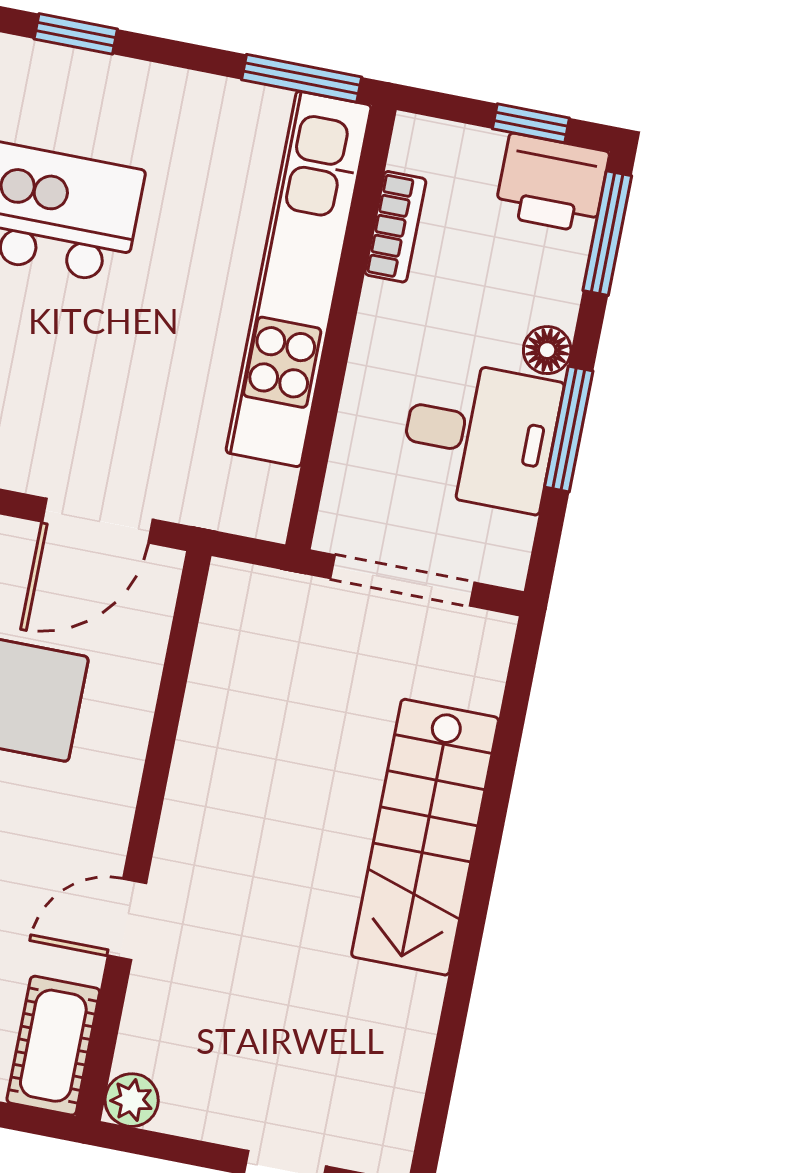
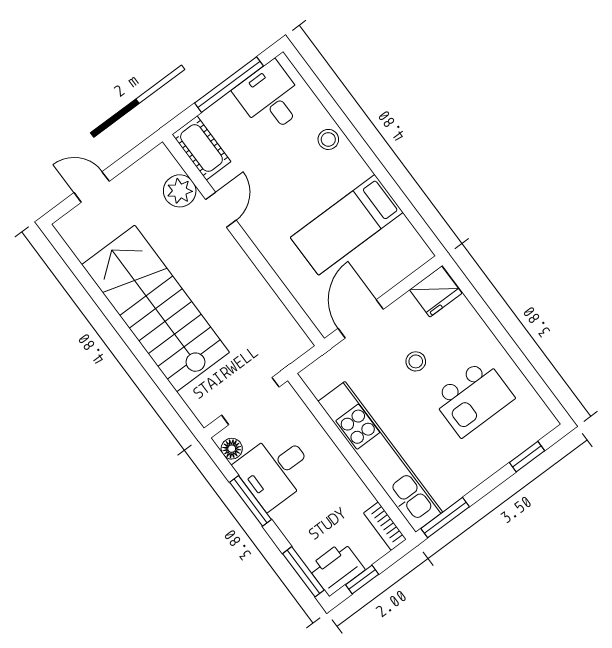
bookcase: (395, 227) -> (385, 526), moved
floor lamp: (547, 350) -> (232, 449), moved
stool: (85, 364) -> (416, 361), added
stairs: (425, 837) -> (156, 308), width x1.36, depth x1.51
plant: (132, 1100) -> (180, 191), moved, width x1.38, depth x1.38

